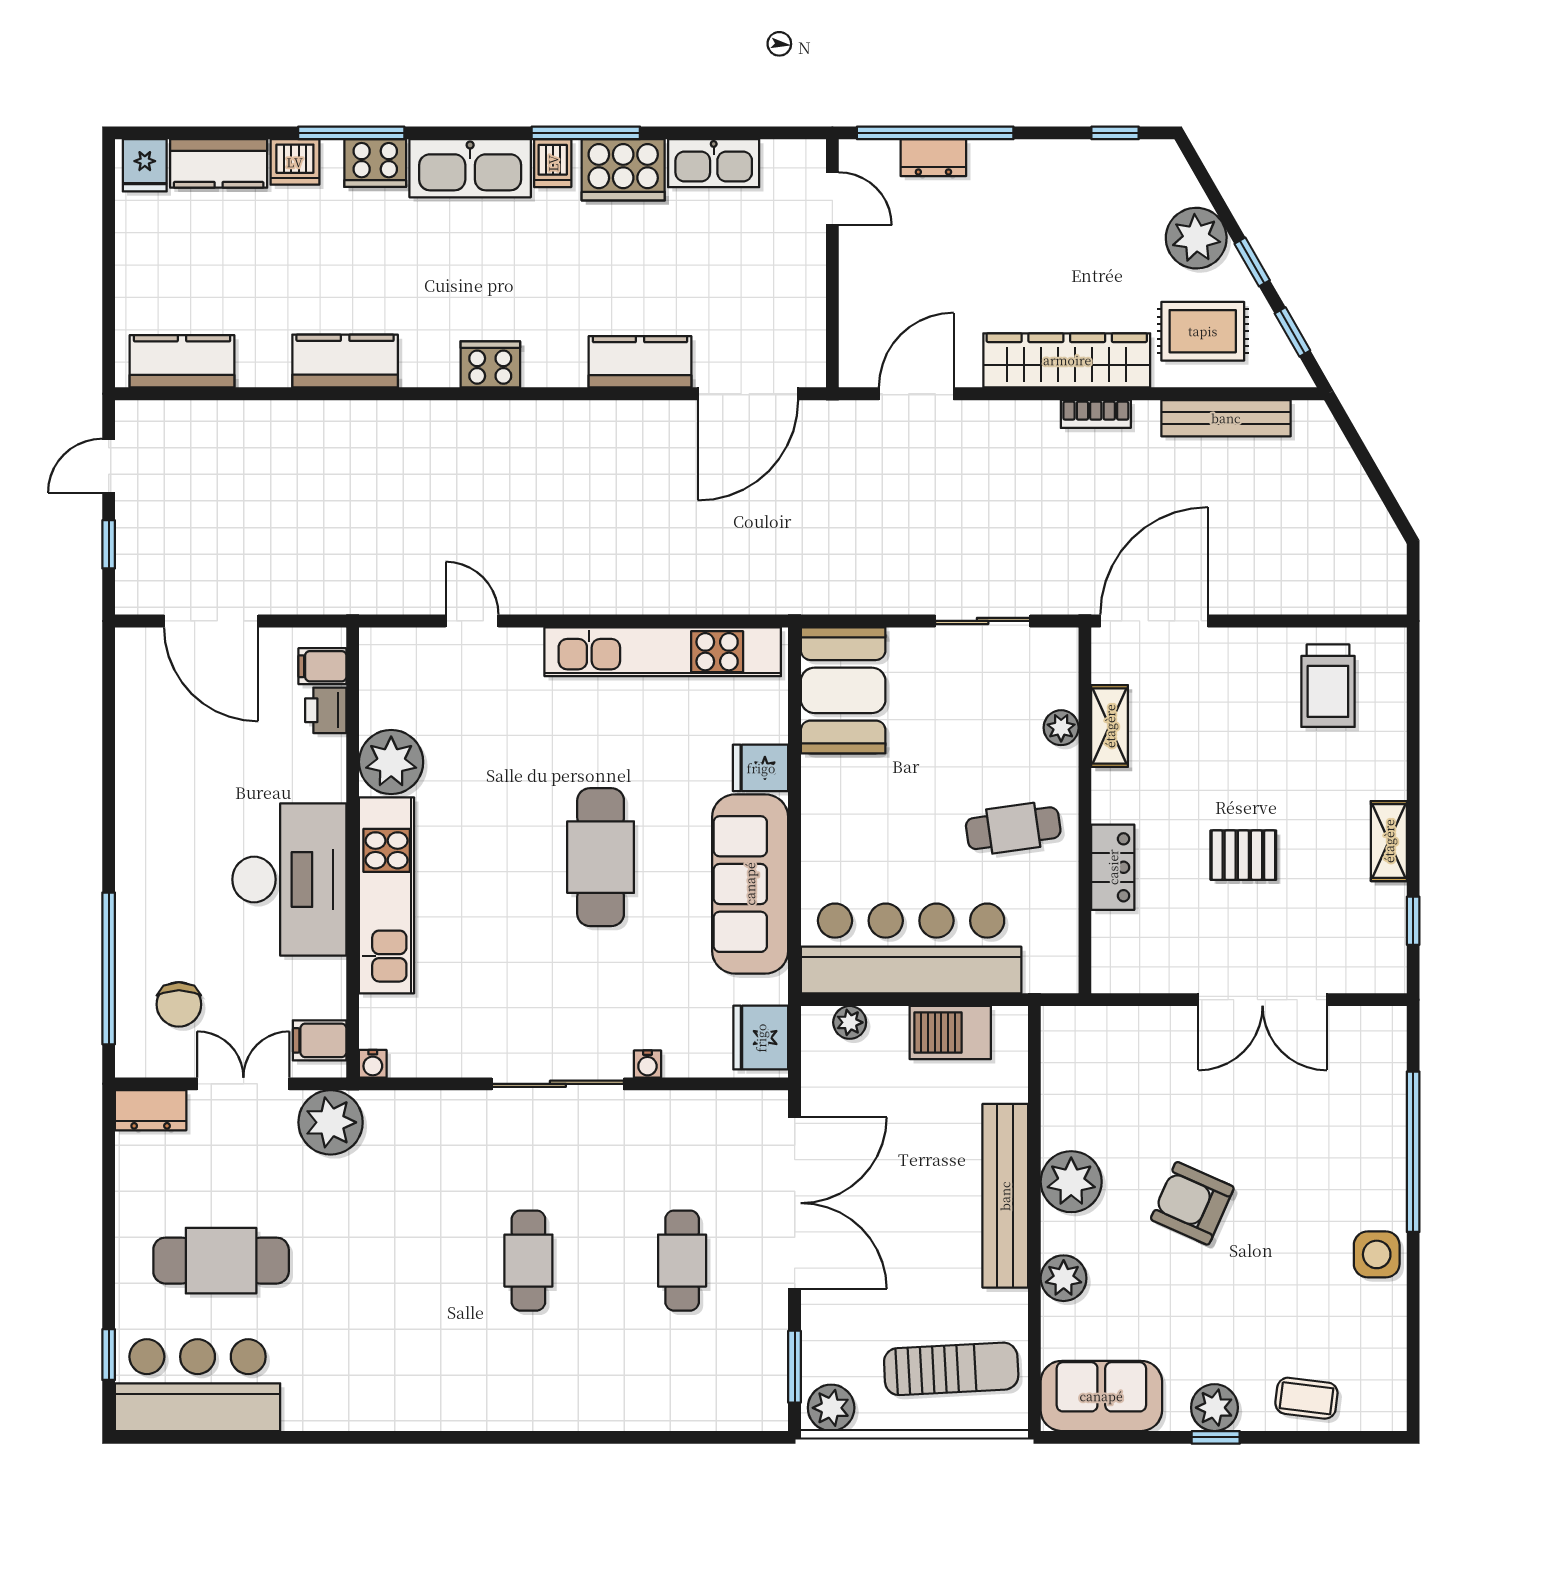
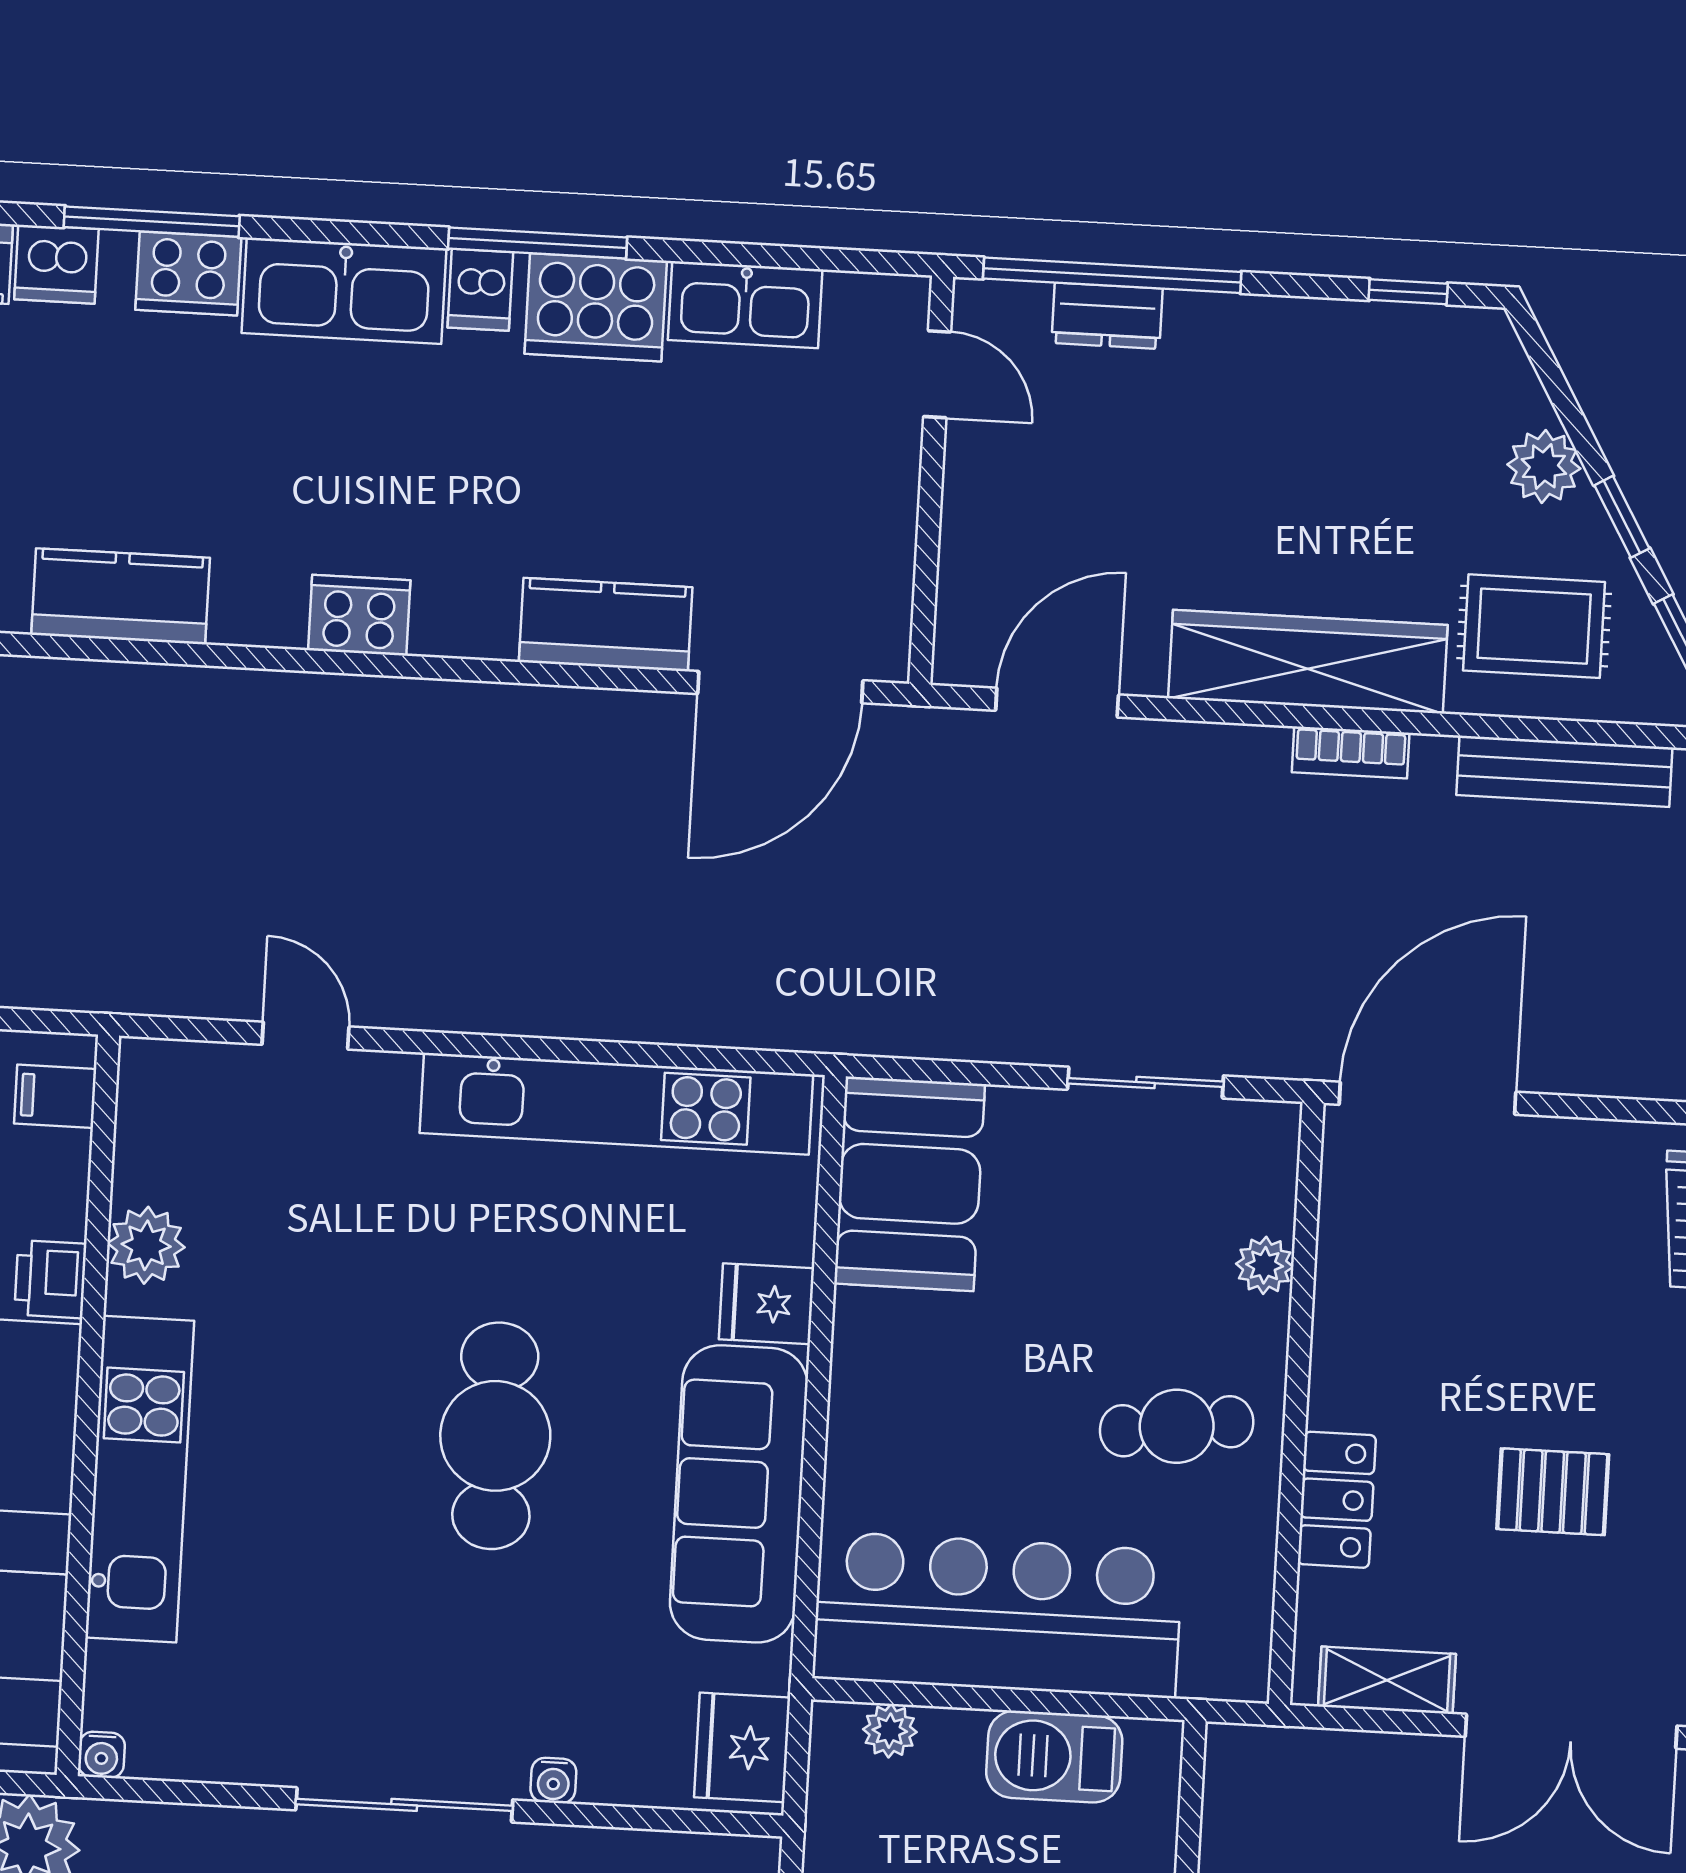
plant: (1196, 238) -> (1544, 466), width x0.73, depth x0.73
printer: (326, 710) -> (50, 1279), moved
shelving: (1110, 726) -> (1387, 1680), moved, turned 90
plant: (391, 762) -> (146, 1245), width x0.73, depth x0.73

